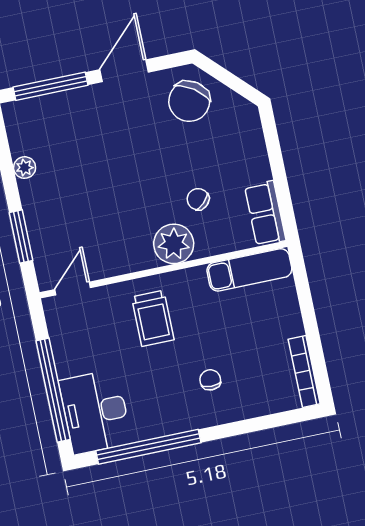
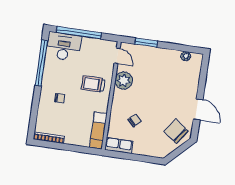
window: (51, 86) -> (203, 77), removed
plant: (25, 168) -> (186, 56), moved
plant: (174, 244) -> (124, 81), moved

